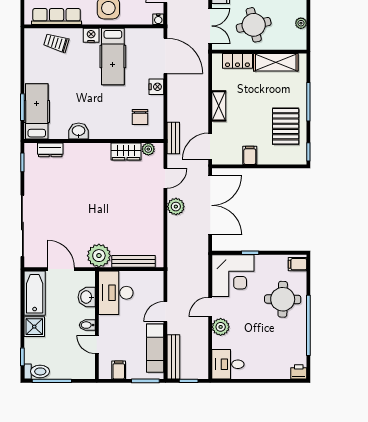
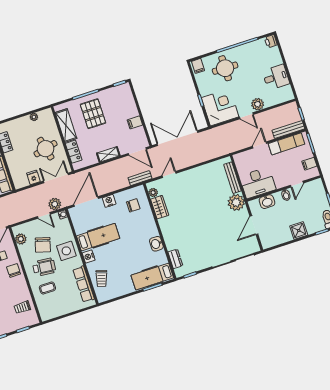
pallet: (286, 126) -> (93, 114), moved, turned 90
door: (165, 178) -> (169, 174), hinge flipped
plant: (176, 207) -> (55, 204), moved
bathtub: (35, 293) -> (276, 238), removed
door: (165, 312) -> (259, 145), swing flipped
desk: (228, 364) -> (276, 77), moved, turned -90

